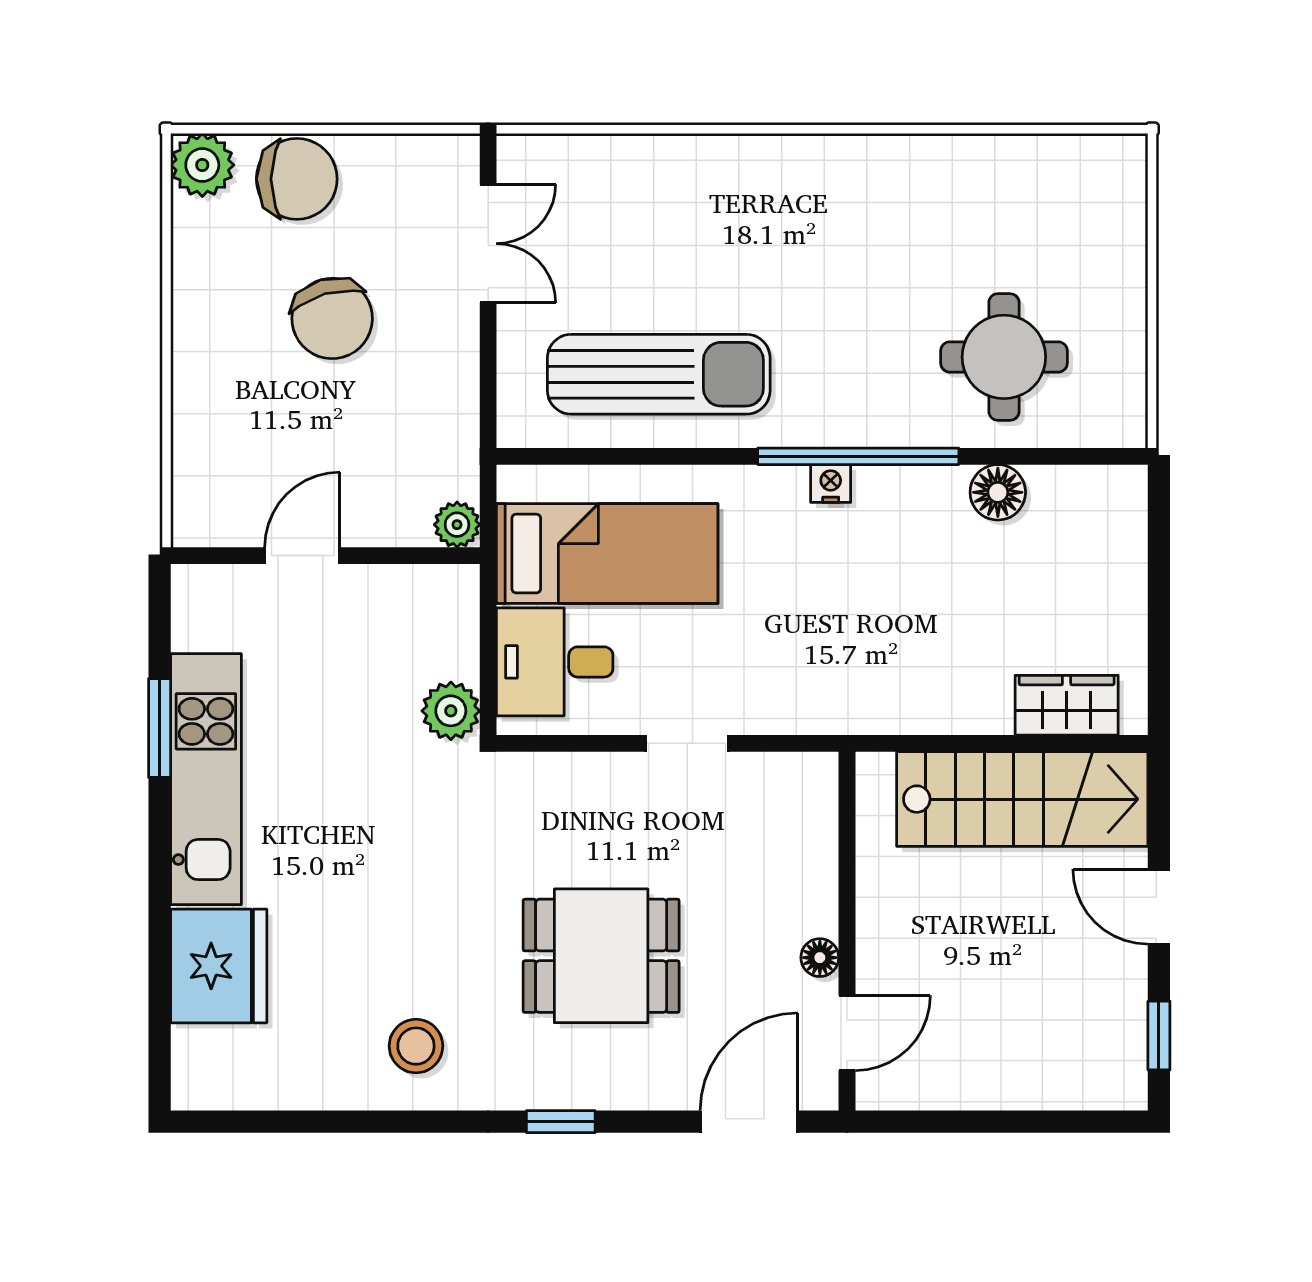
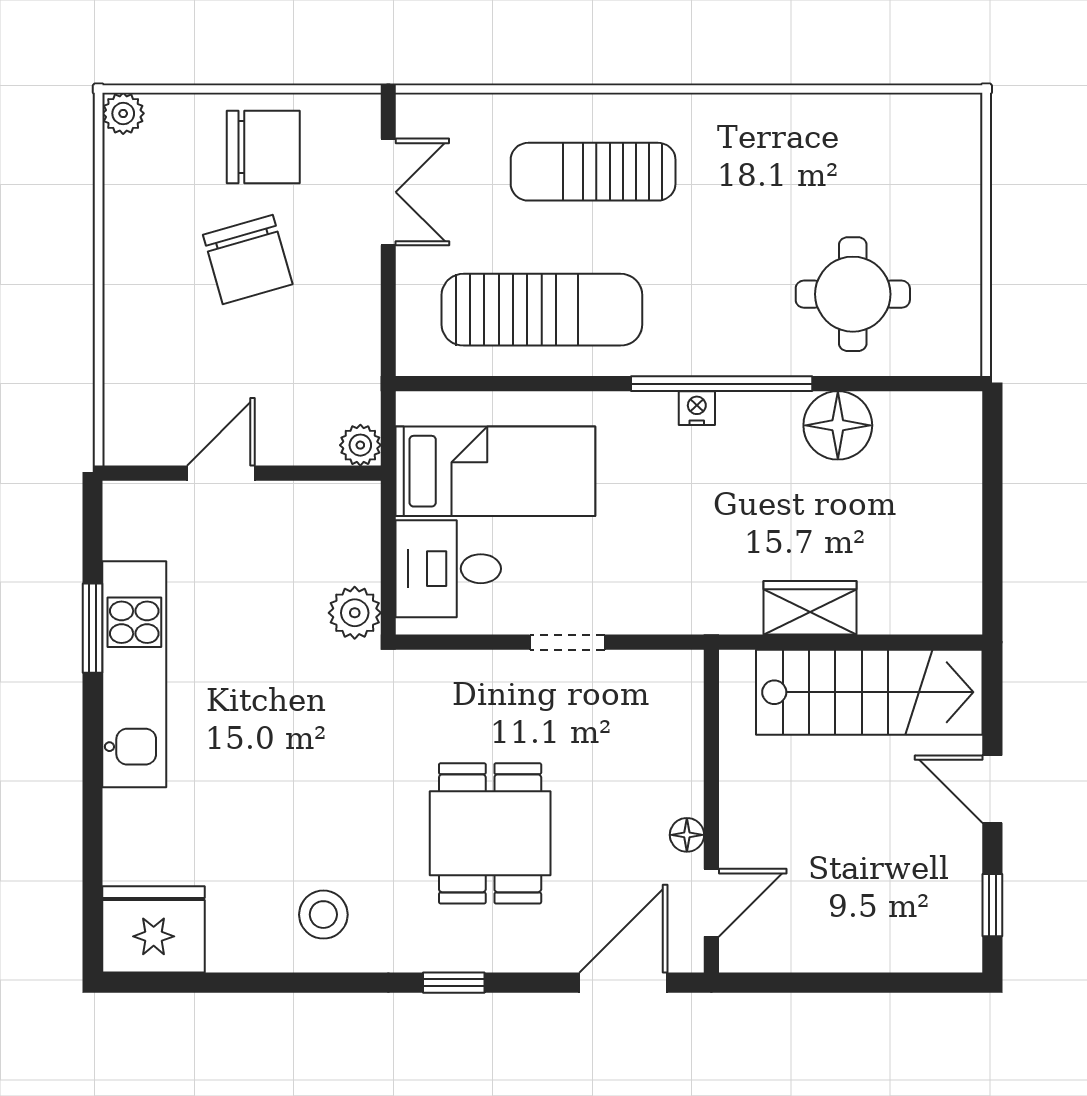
plant: (202, 165) -> (123, 113), width x0.73, depth x0.73
chair: (297, 179) -> (263, 147), moved
sun lounger: (716, 221) -> (593, 172), added
floor lamp: (998, 492) -> (838, 425), width x1.38, depth x1.38
wardrobe: (1067, 705) -> (810, 608), moved
dining table: (601, 956) -> (490, 833), turned 90
fridge: (219, 966) -> (154, 929), moved, turned -90

